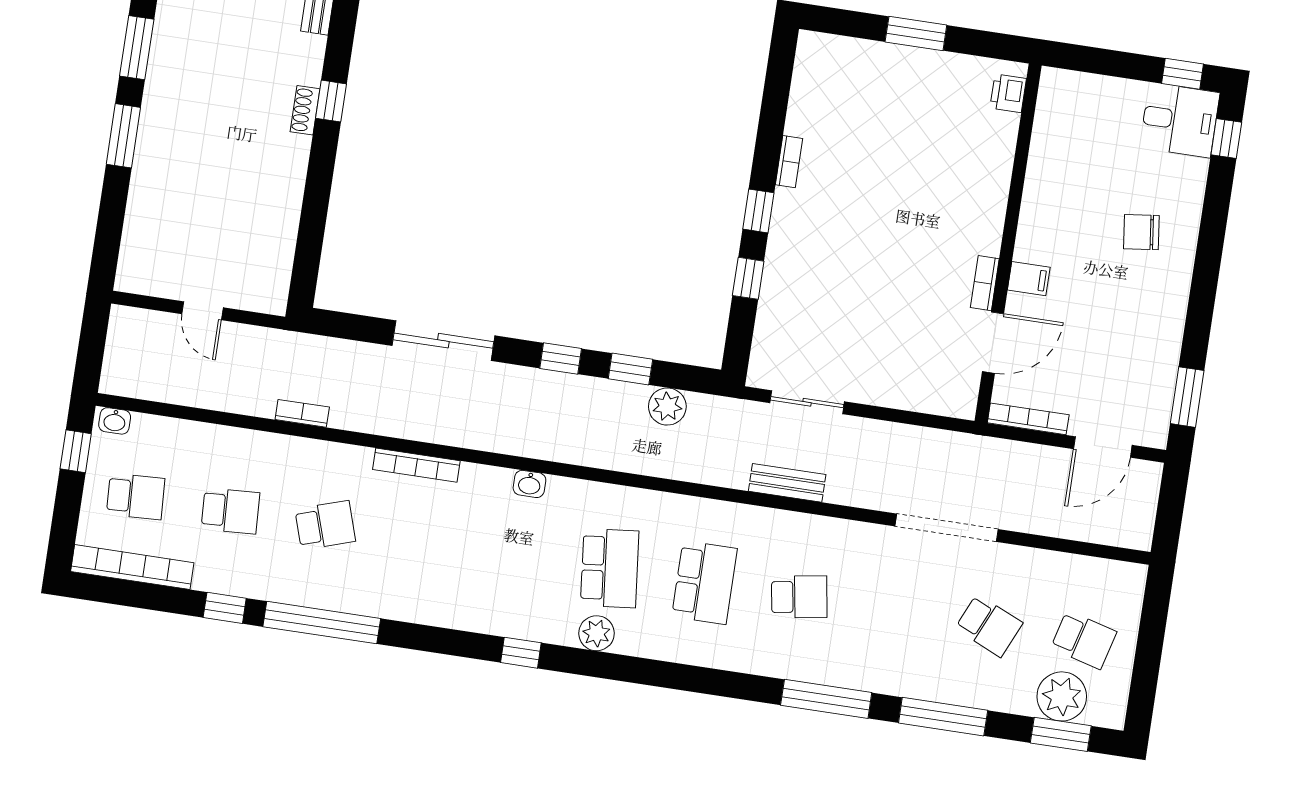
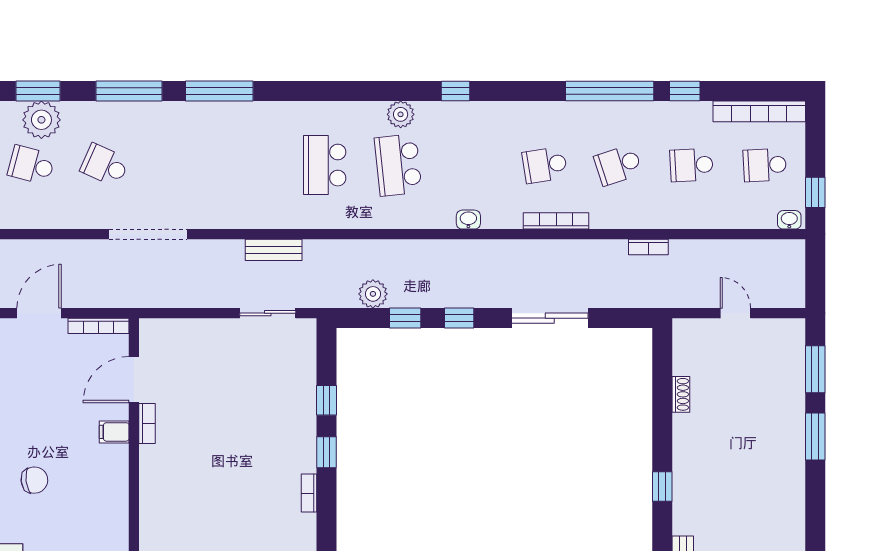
window: (137, 48) -> (815, 369), moved
shoe rack: (305, 110) -> (681, 394), moved
school desk: (799, 597) -> (545, 165), moved

